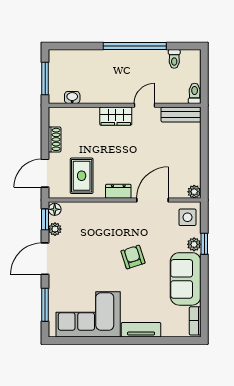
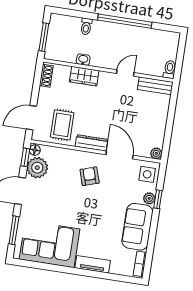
toilet: (174, 59) -> (86, 26), moved
washbasin: (72, 97) -> (83, 60), moved
wardrobe: (116, 116) -> (84, 76), moved
shoe rack: (55, 139) -> (46, 76), moved
dresser: (118, 191) -> (91, 143), width x1.44
door: (153, 200) -> (120, 155), hinge flipped
plant: (55, 229) -> (37, 168), width x1.88, depth x1.88
armchair: (133, 257) -> (90, 176), moved

